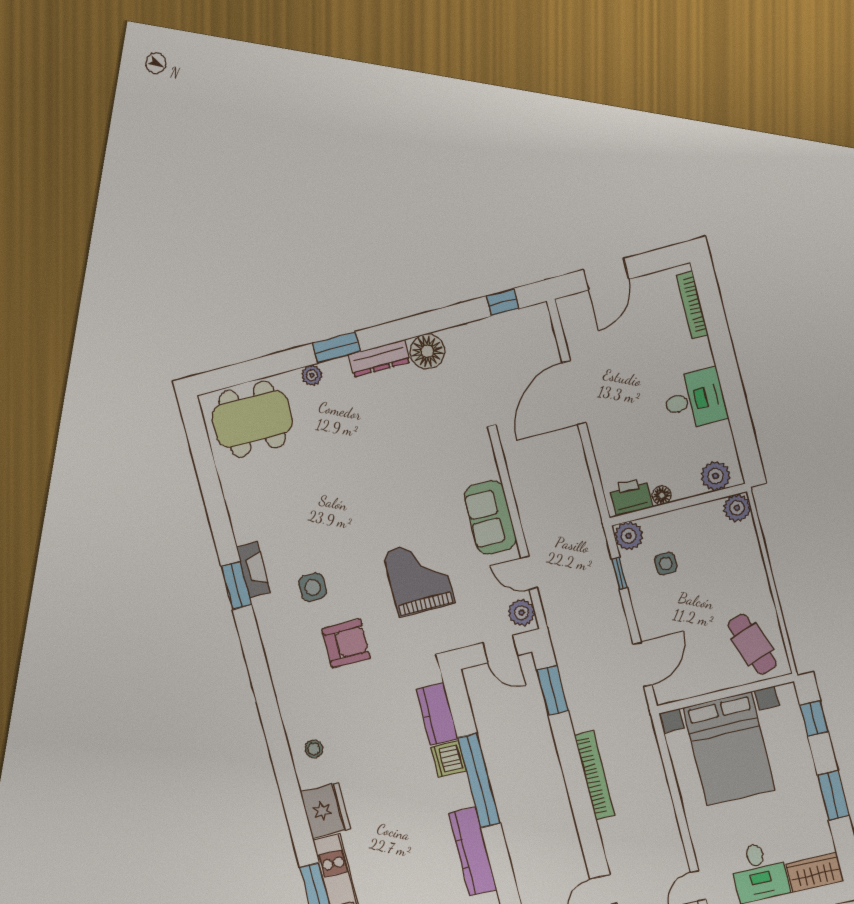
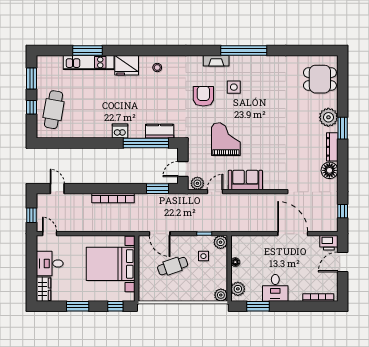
door: (606, 274) -> (343, 262), hinge flipped
plant: (312, 375) -> (328, 117), width x1.88, depth x1.88
dining table: (252, 419) -> (320, 79), width x0.73
window: (741, 425) -> (258, 306), added
printer: (631, 497) -> (329, 243), moved, turned 90
fireplace: (253, 570) -> (216, 61), moved
grand piano: (419, 577) -> (226, 139), turned -90
window: (236, 586) -> (244, 50), width x2.11
armchair: (346, 643) -> (203, 96), turned 180
cafe table: (752, 644) -> (173, 266), moved
dishwasher: (449, 759) -> (120, 131), moved
window: (479, 780) -> (146, 143), moved
kitchen counter: (473, 851) -> (90, 131), removed

